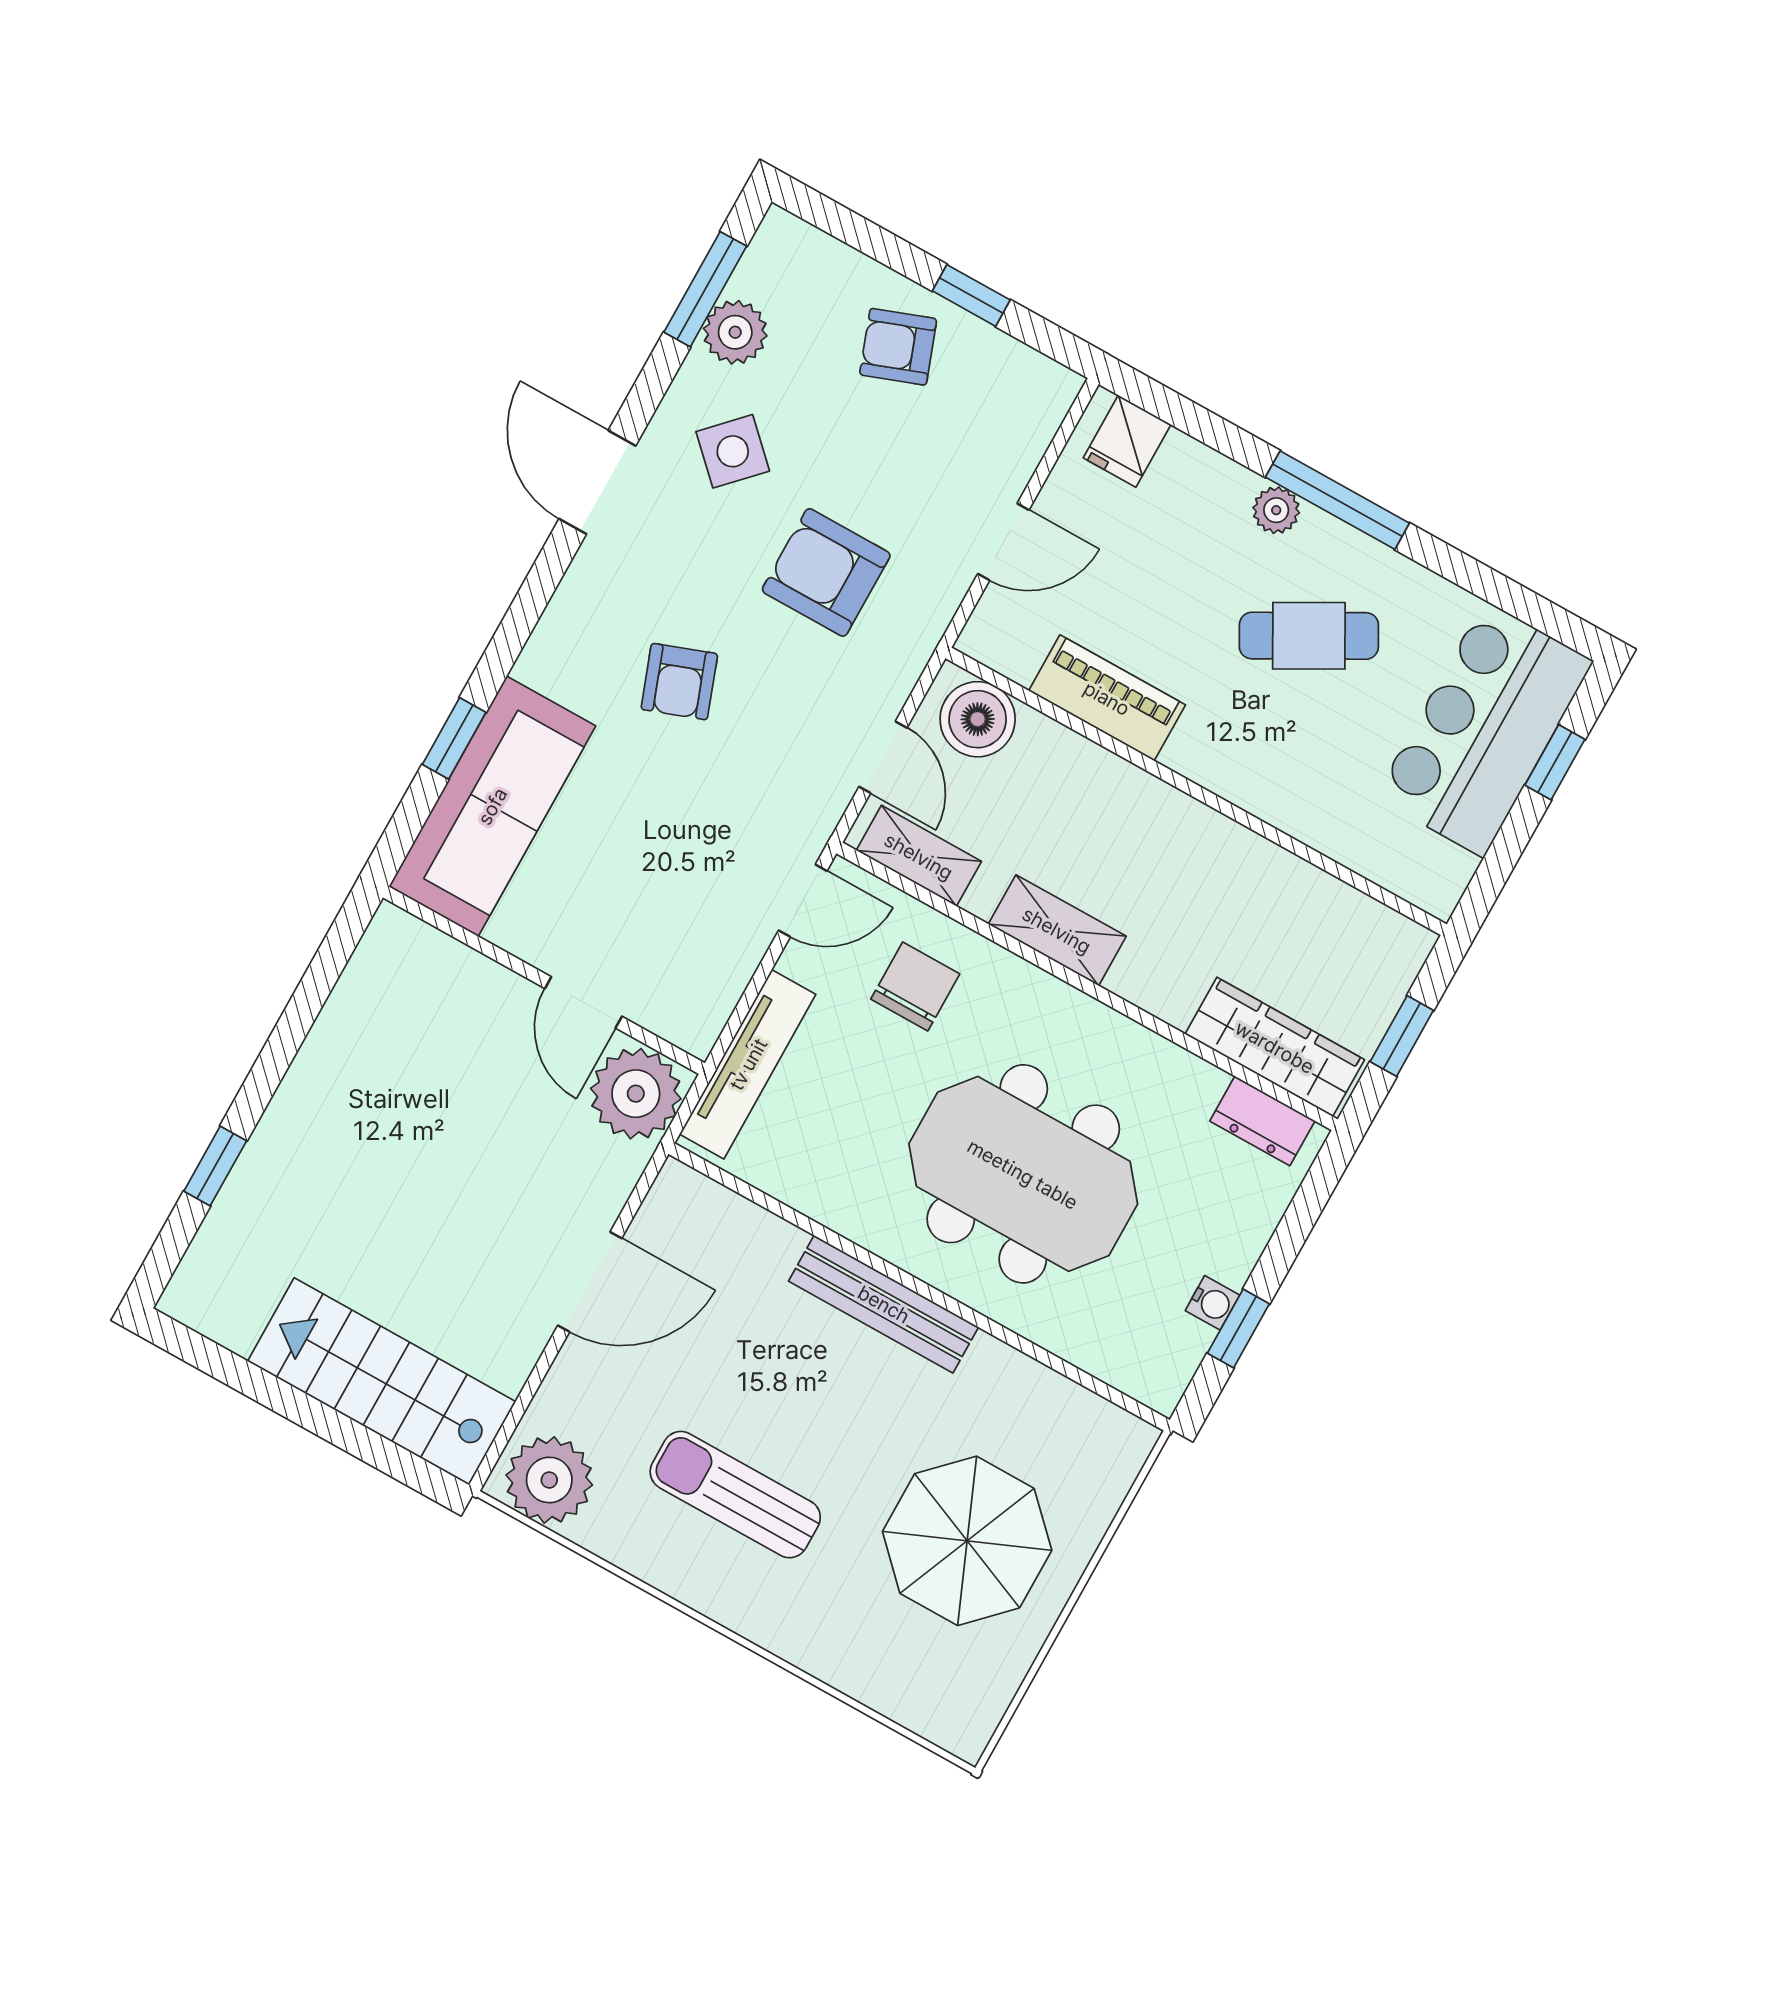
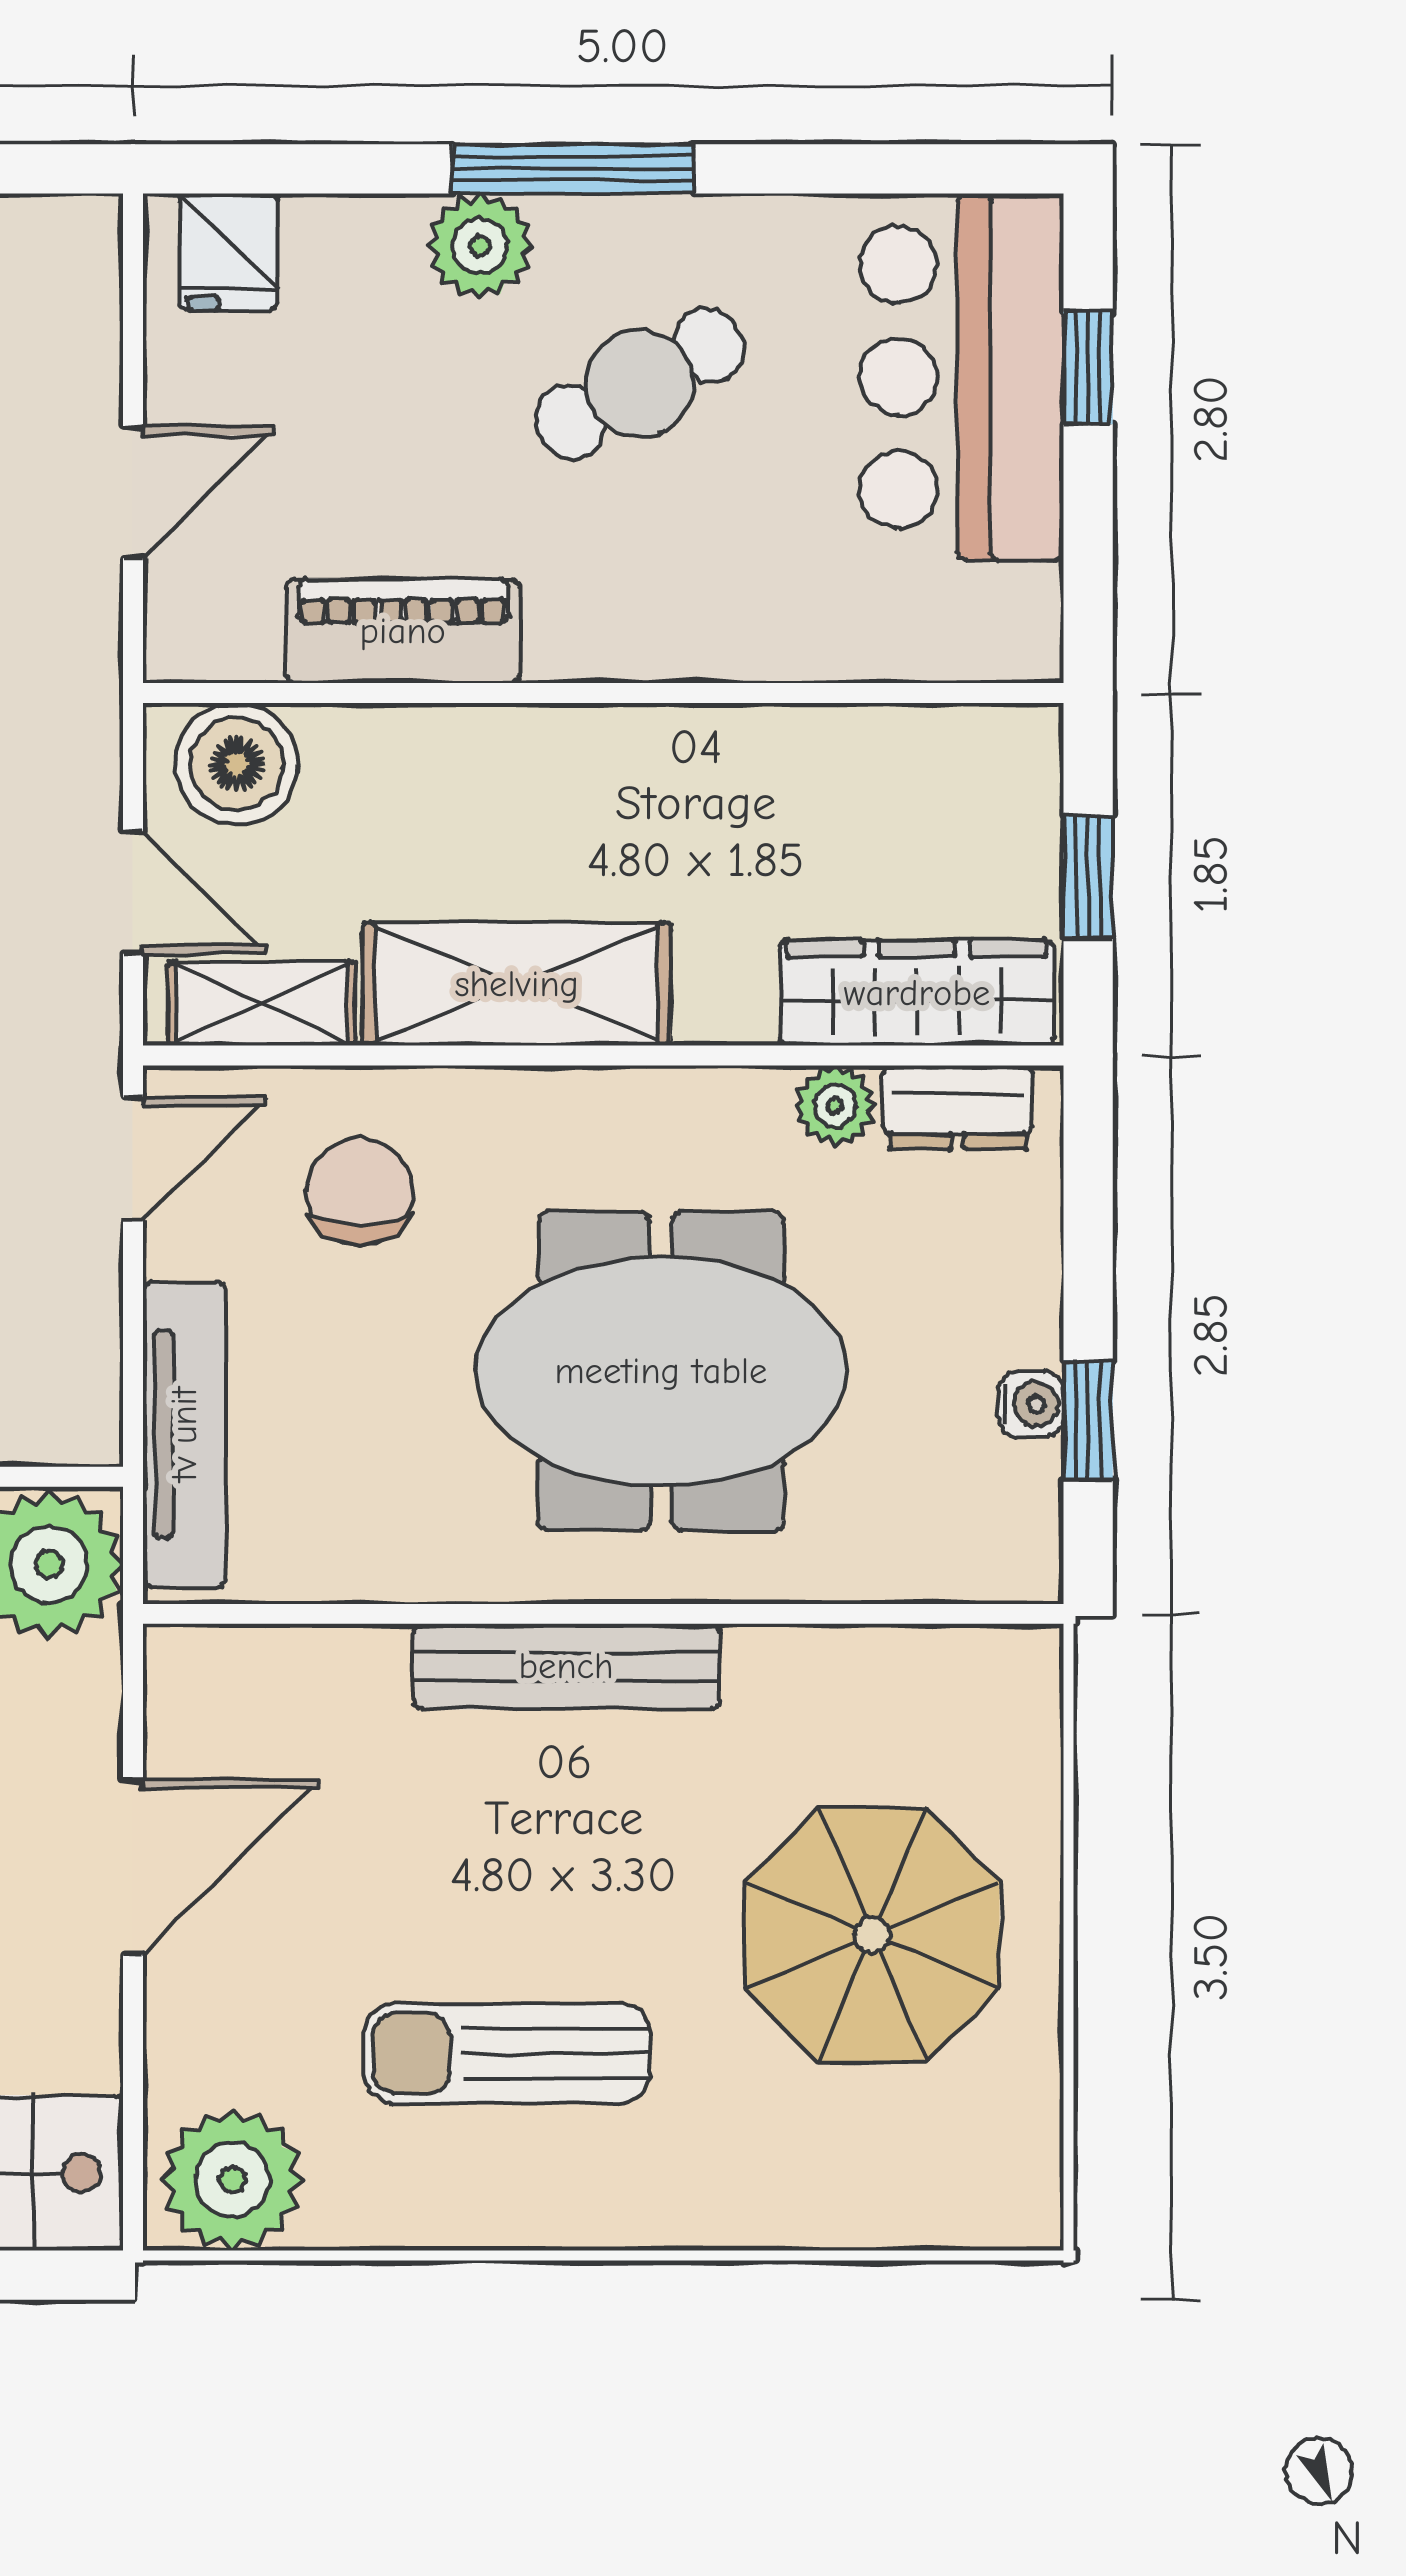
plant: (1276, 510) -> (480, 246), width x1.38, depth x1.38
shelving: (1057, 930) -> (517, 984), width x1.50, depth x1.33
plant: (1197, 1083) -> (835, 1106), added

